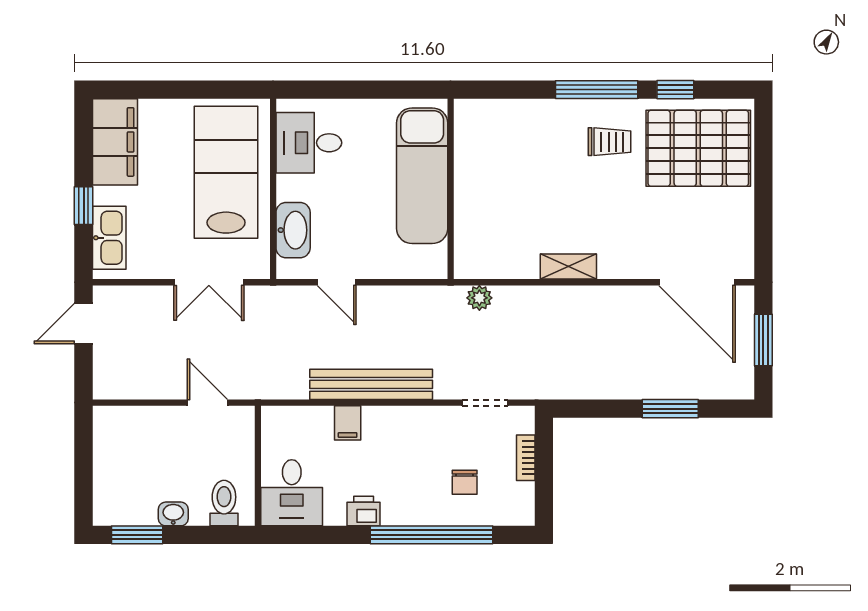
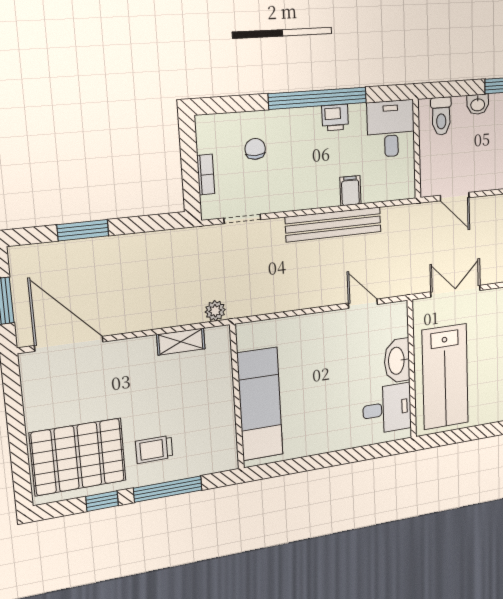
exam couch: (422, 176) -> (260, 404), moved
wall: (451, 189) -> (237, 397), moved
washbasin: (293, 230) -> (397, 361), moved
plant: (479, 298) -> (215, 311), moved
window: (431, 535) -> (318, 98), moved

